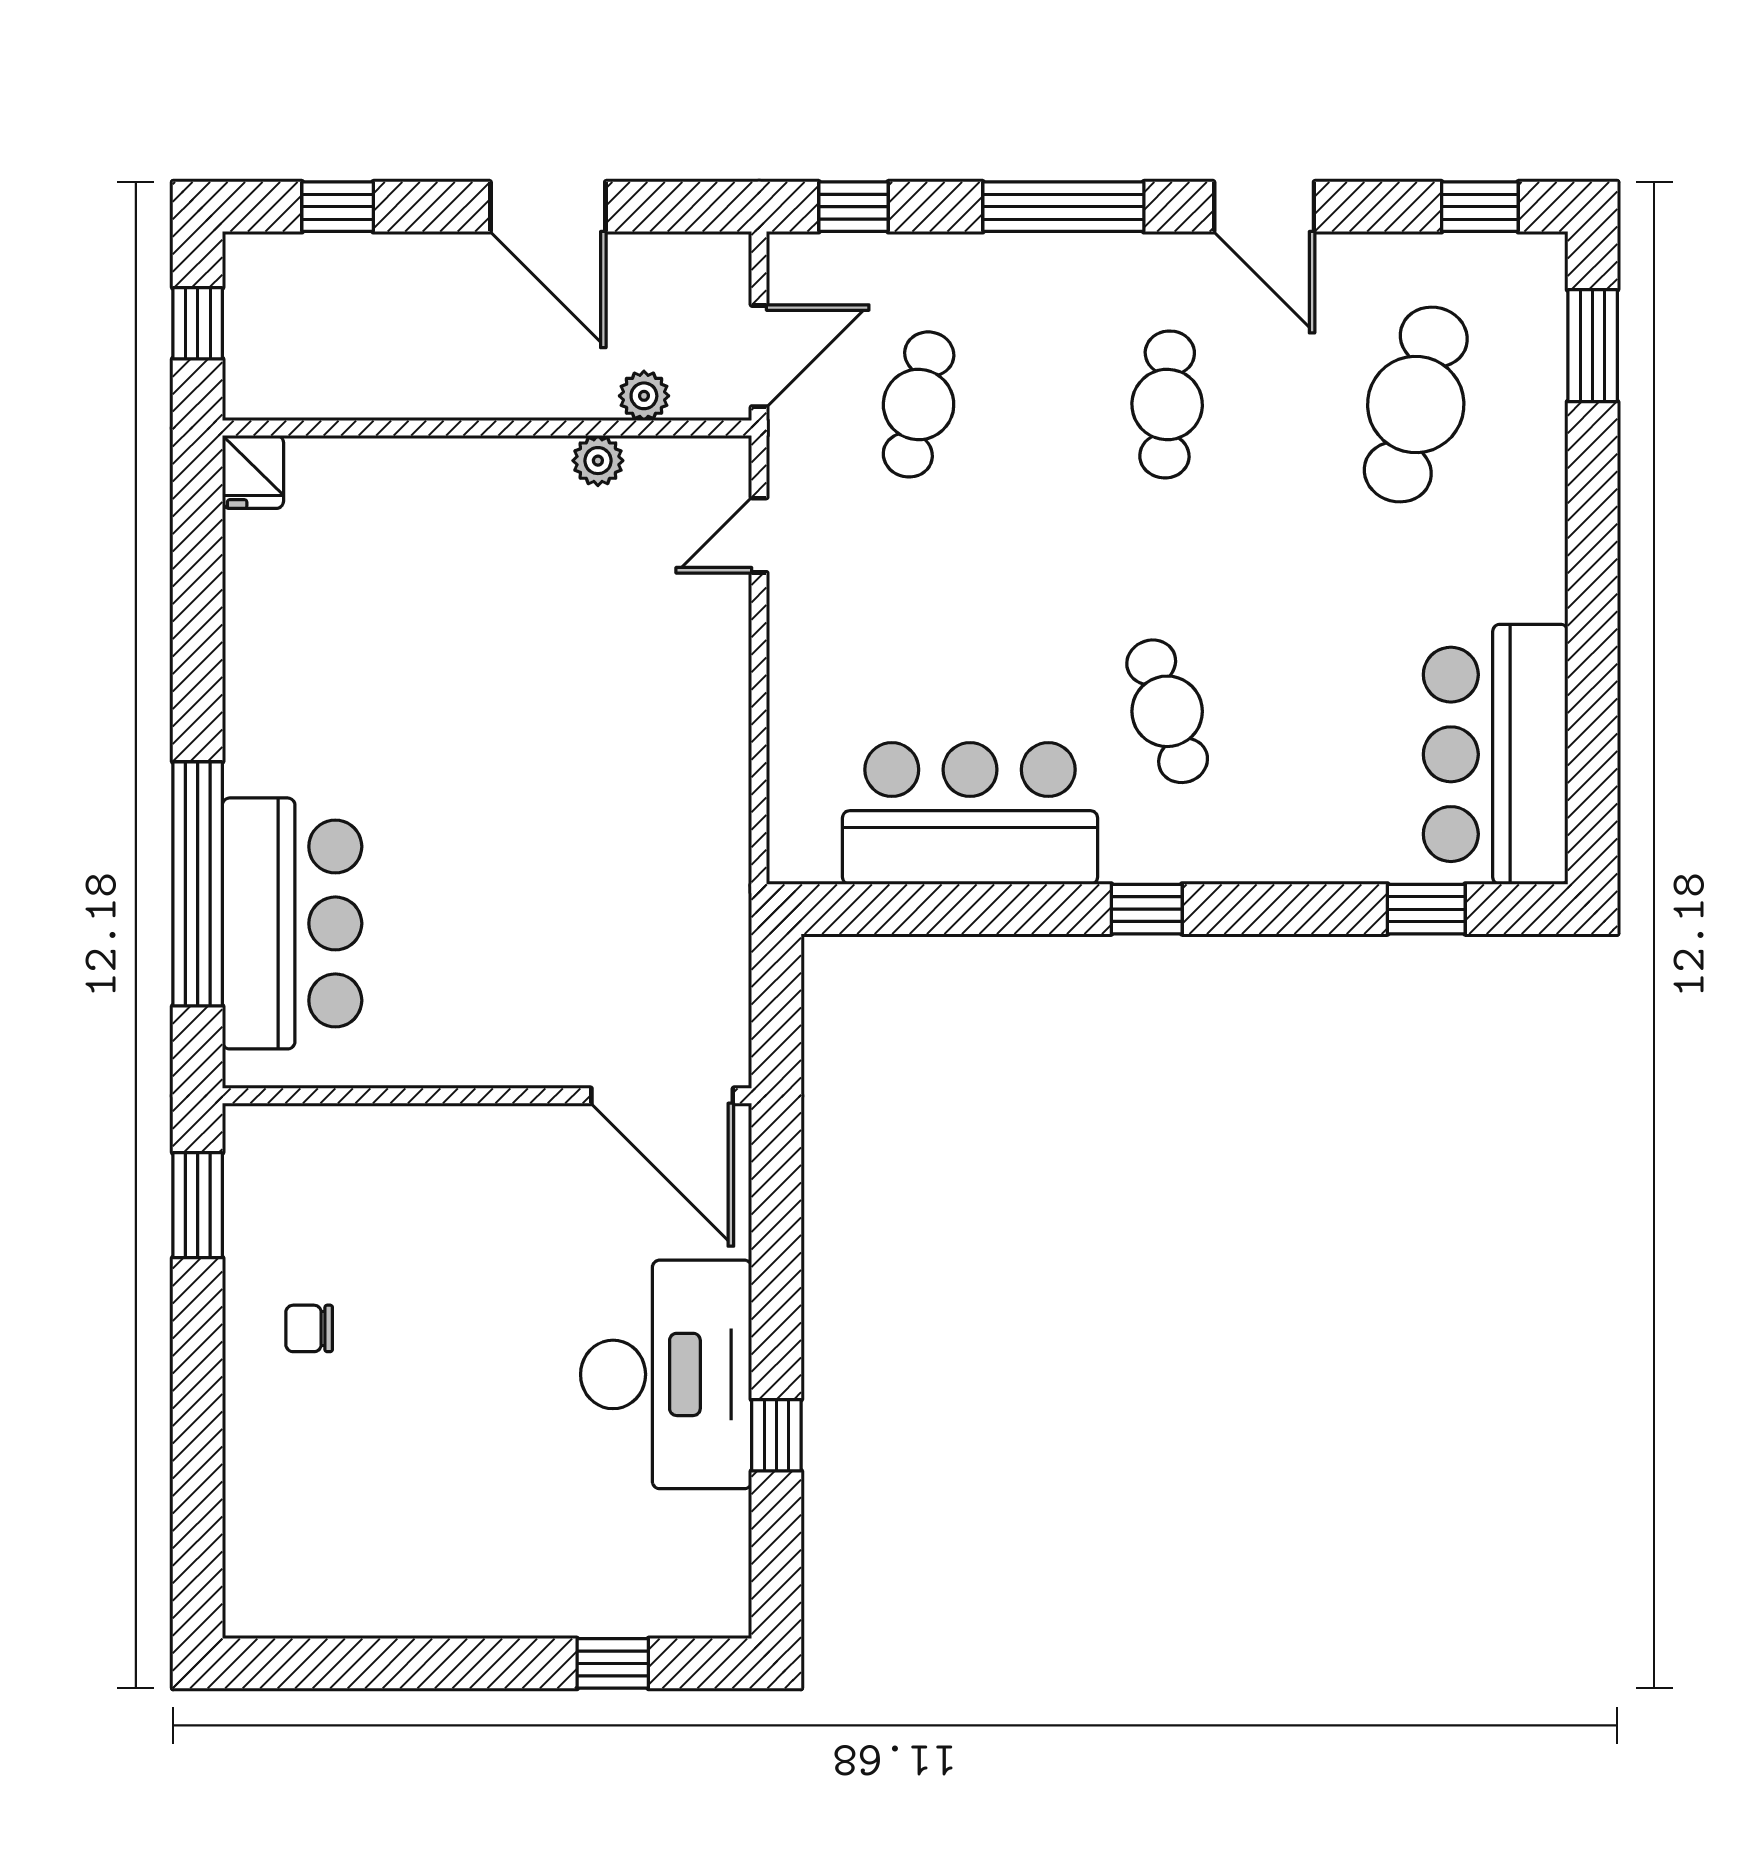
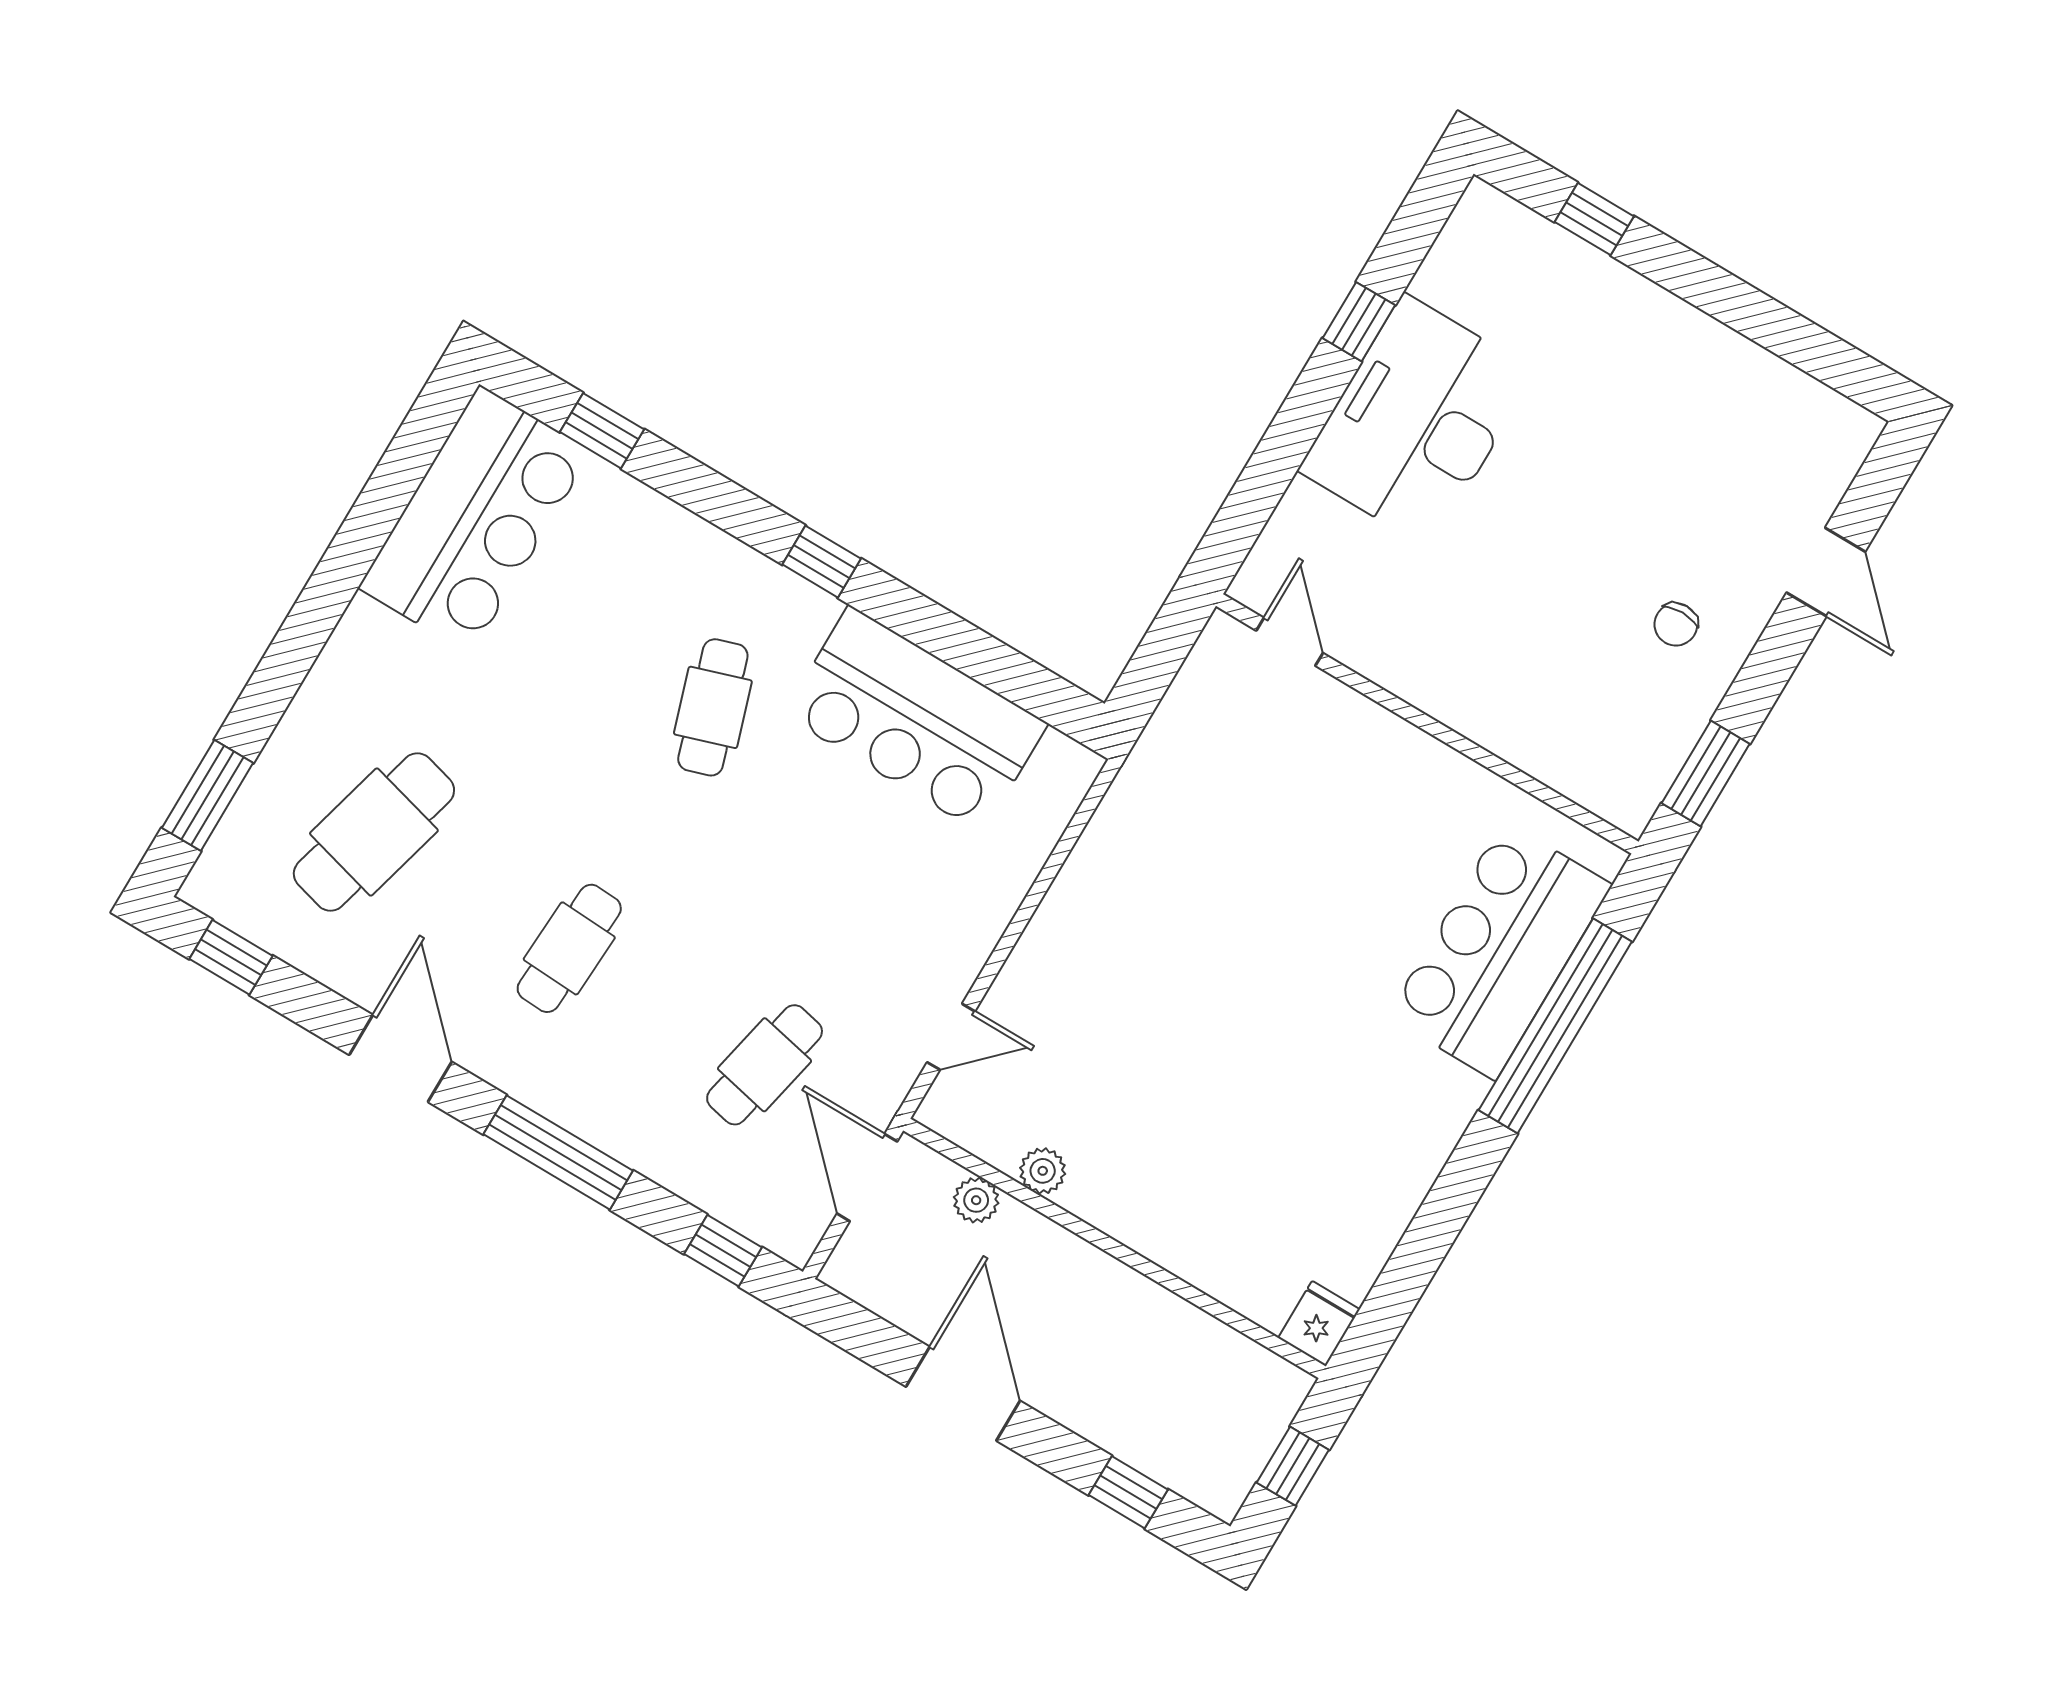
door: (759, 356) -> (867, 1178), hinge flipped
door: (662, 1096) -> (1290, 642), width x0.53
chair: (309, 1328) -> (1676, 624), turned 90
door: (198, 1462) -> (1826, 572), added

